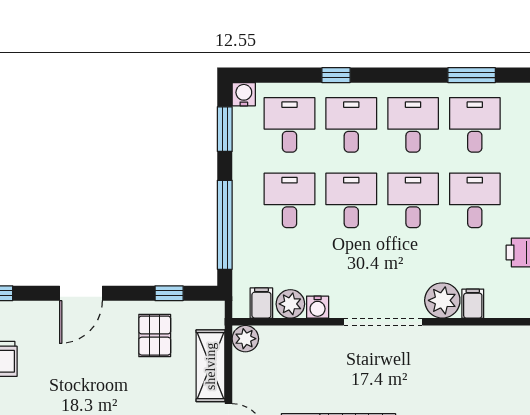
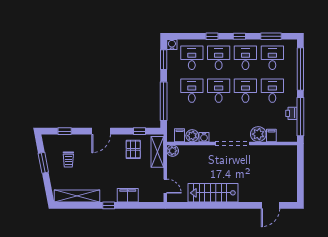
window: (399, 75) -> (239, 36), added
shelving: (210, 366) -> (157, 152), moved

